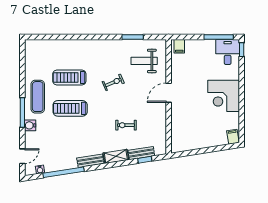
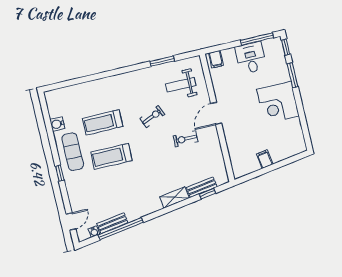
desk: (228, 52) -> (251, 58), moved
window: (242, 75) -> (292, 75), added
window: (22, 112) -> (60, 173), width x0.46
water cooler: (30, 125) -> (57, 124), moved
exercise bike: (126, 125) -> (186, 139), moved
filing cabinet: (233, 137) -> (265, 159), moved
bench: (90, 161) -> (112, 223), moved

